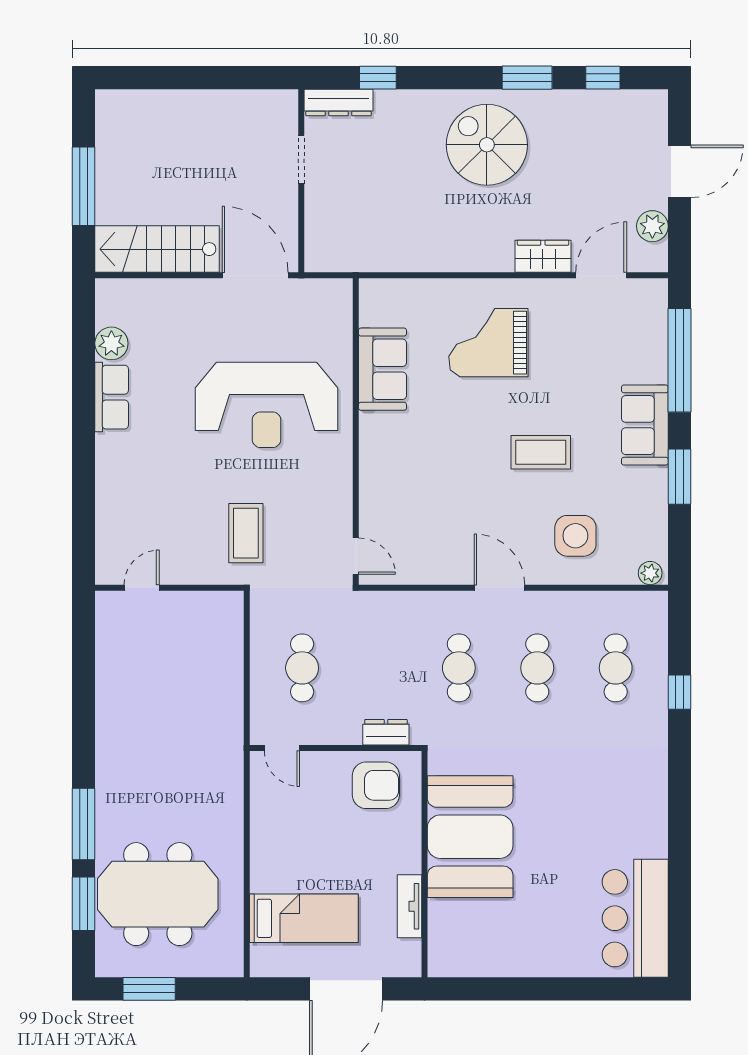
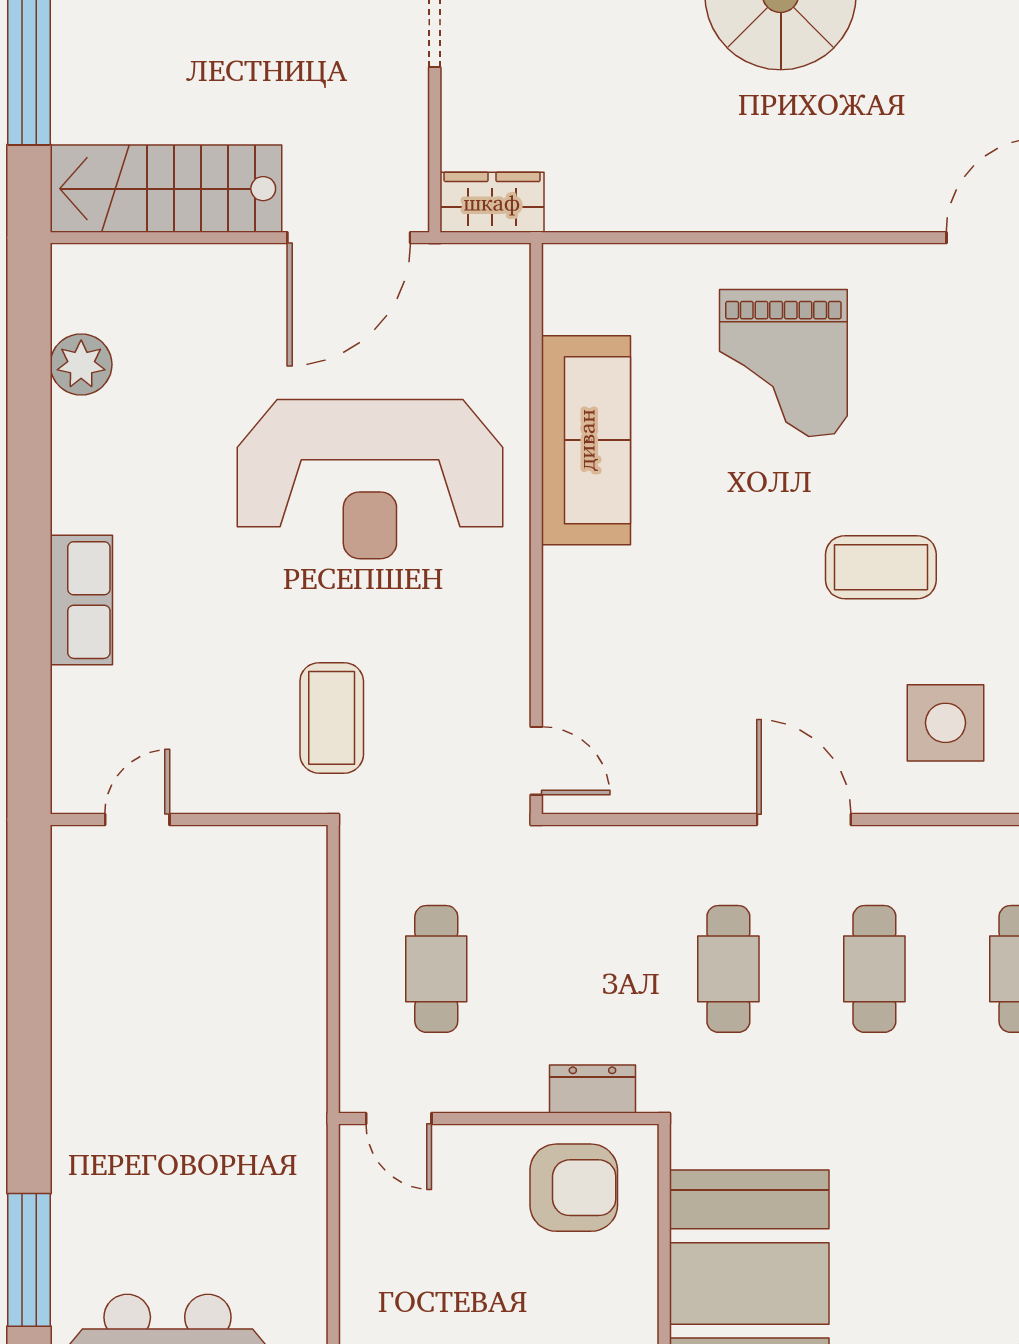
wardrobe: (543, 256) -> (492, 202), moved
door: (255, 275) -> (349, 238), swing flipped
grand piano: (488, 343) -> (783, 363), turned -90
sofa: (382, 369) -> (586, 440), width x1.36
row of seats: (112, 397) -> (81, 600), moved

